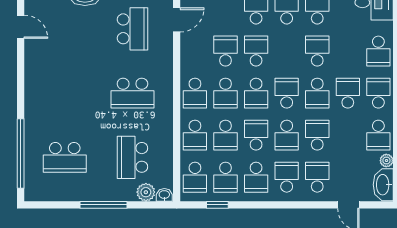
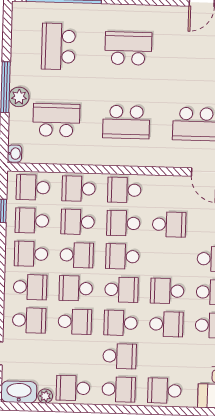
school desk: (256, 51) -> (167, 291), moved, turned 180
school desk: (65, 93) -> (128, 48), added
school desk: (132, 93) -> (126, 122), turned -90
plant: (146, 192) -> (19, 97), moved

